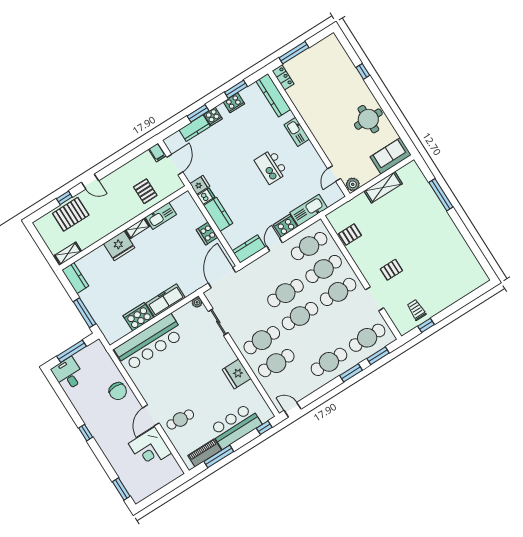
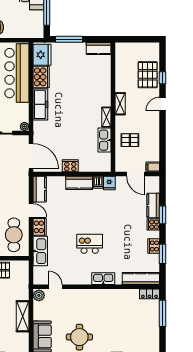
fridge: (119, 246) -> (42, 55), moved, turned 180
shelving: (68, 253) -> (120, 104), moved

